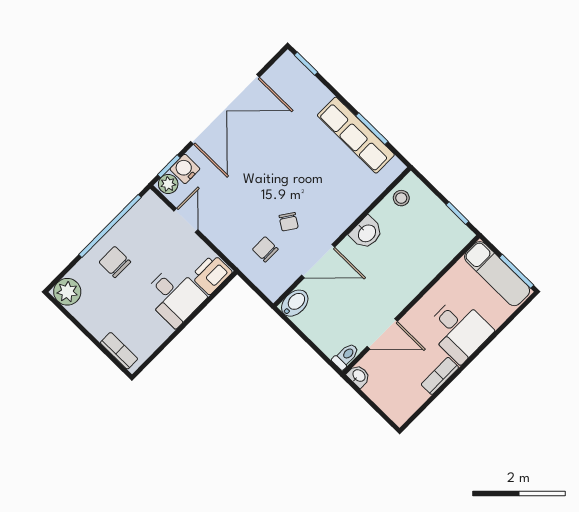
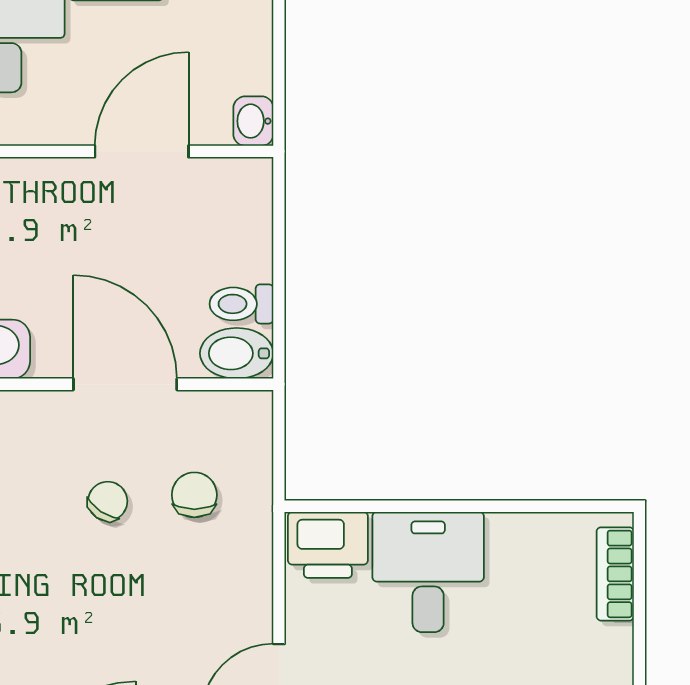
chair: (265, 249) -> (194, 495), turned 180
door: (382, 334) -> (142, 151), hinge flipped
toilet: (346, 356) -> (241, 304), moved

